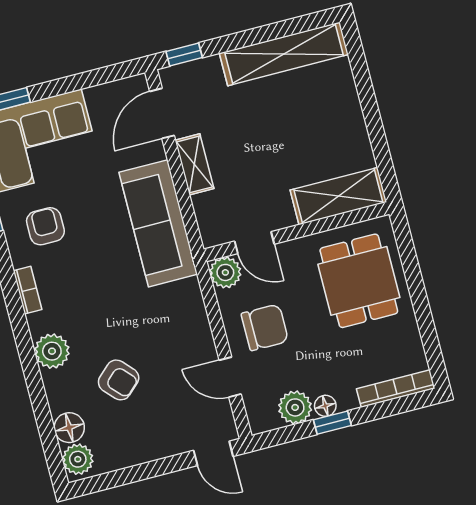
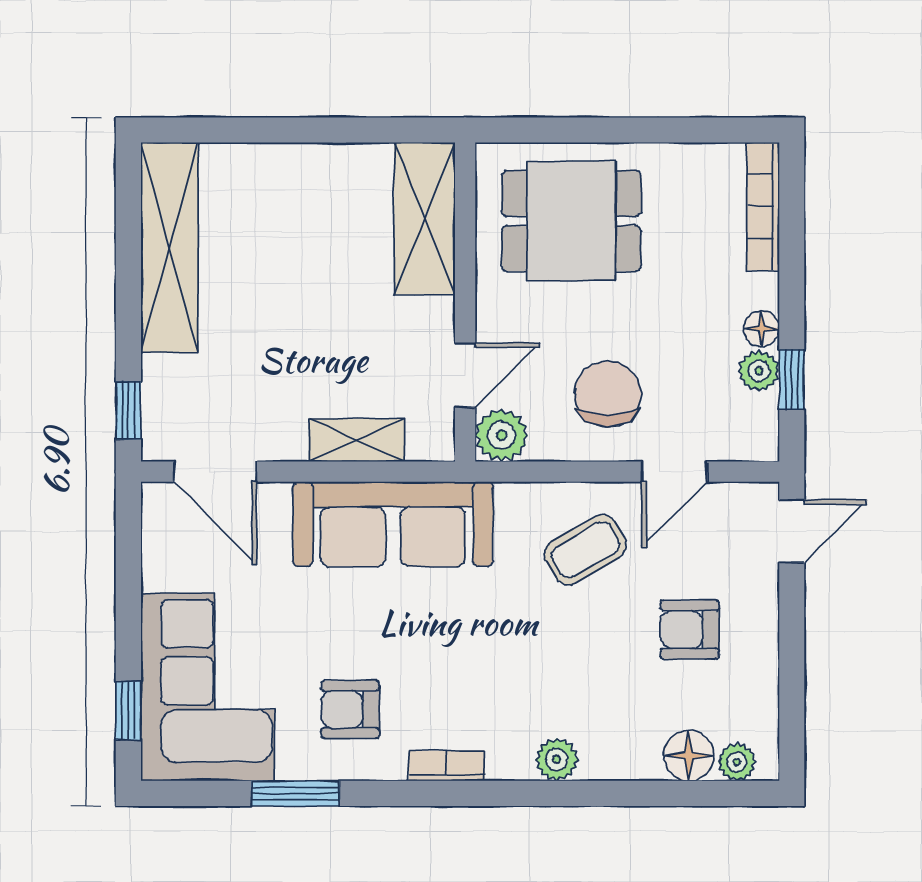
shelving: (194, 164) -> (357, 440), moved
coffee table: (172, 338) -> (585, 550), added
plant: (52, 351) -> (557, 760), width x0.73, depth x0.73
armchair: (119, 380) -> (690, 630), moved, turned -137
plant: (295, 407) -> (759, 371), width x0.73, depth x0.73
window: (332, 423) -> (792, 379), moved
plant: (78, 459) -> (737, 762), width x0.73, depth x0.73

